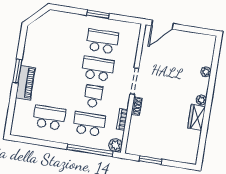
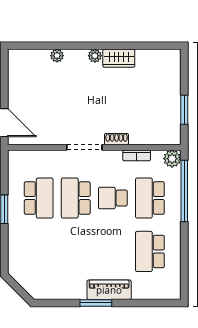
school desk: (102, 41) -> (39, 198), turned 180

